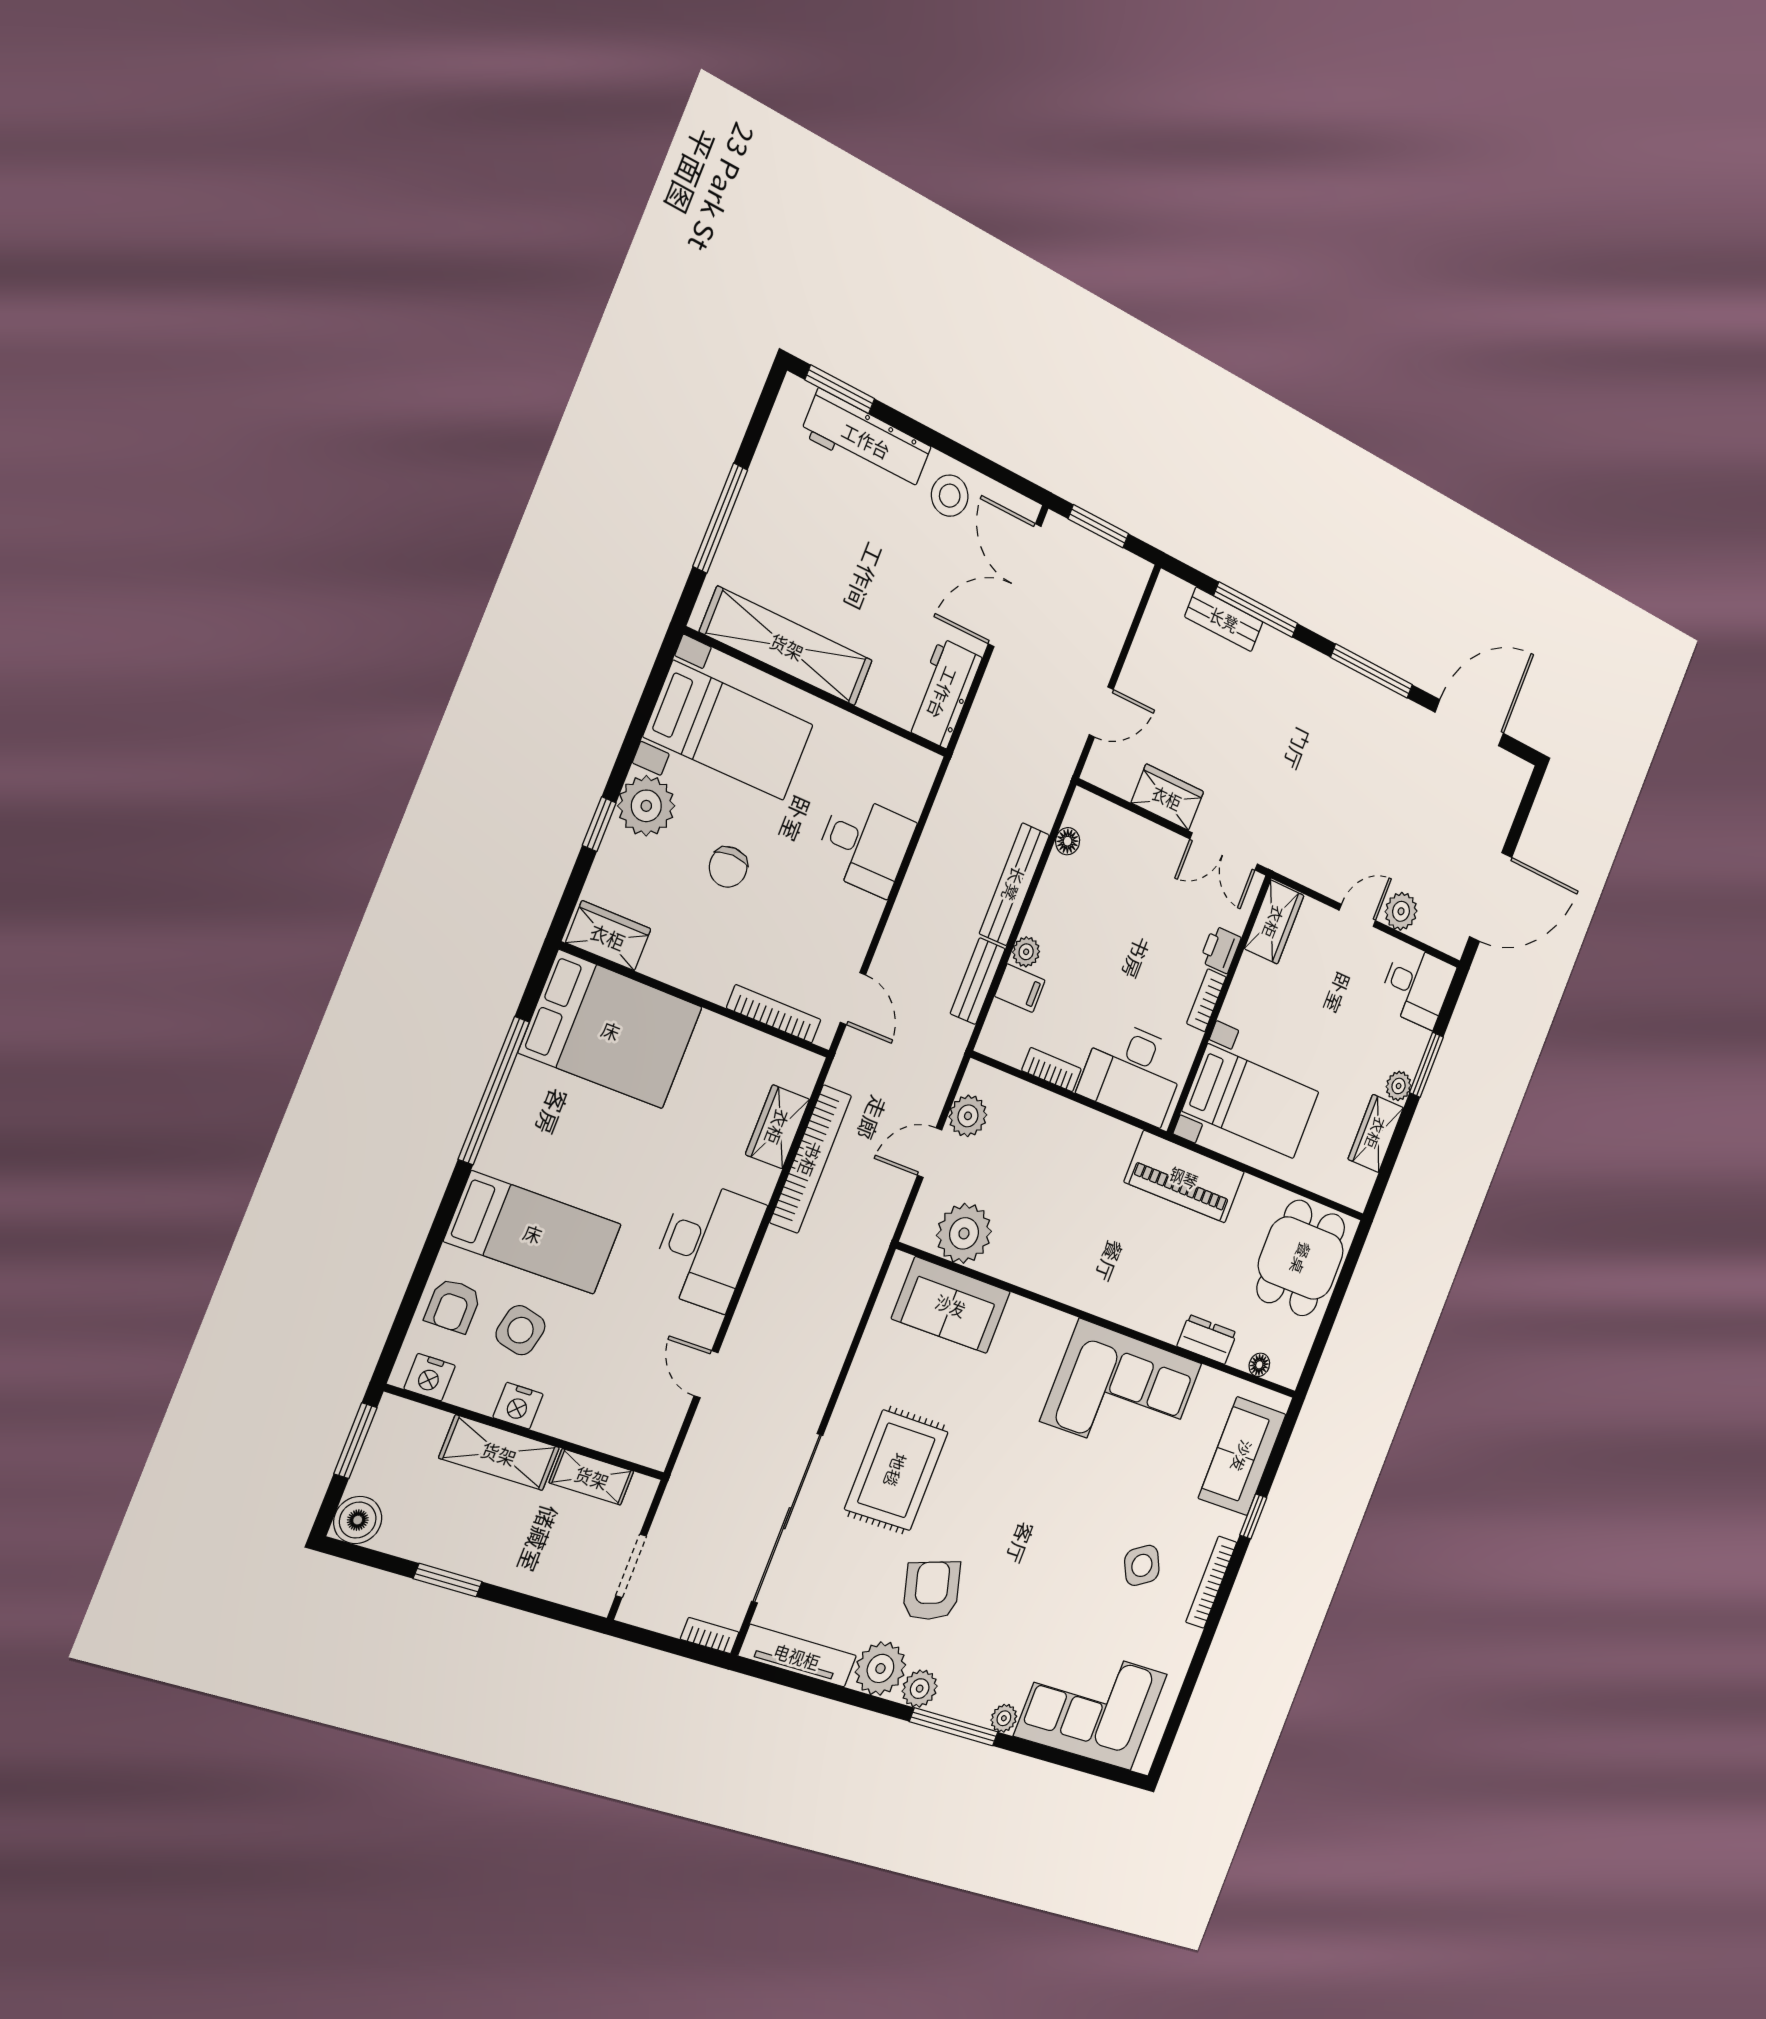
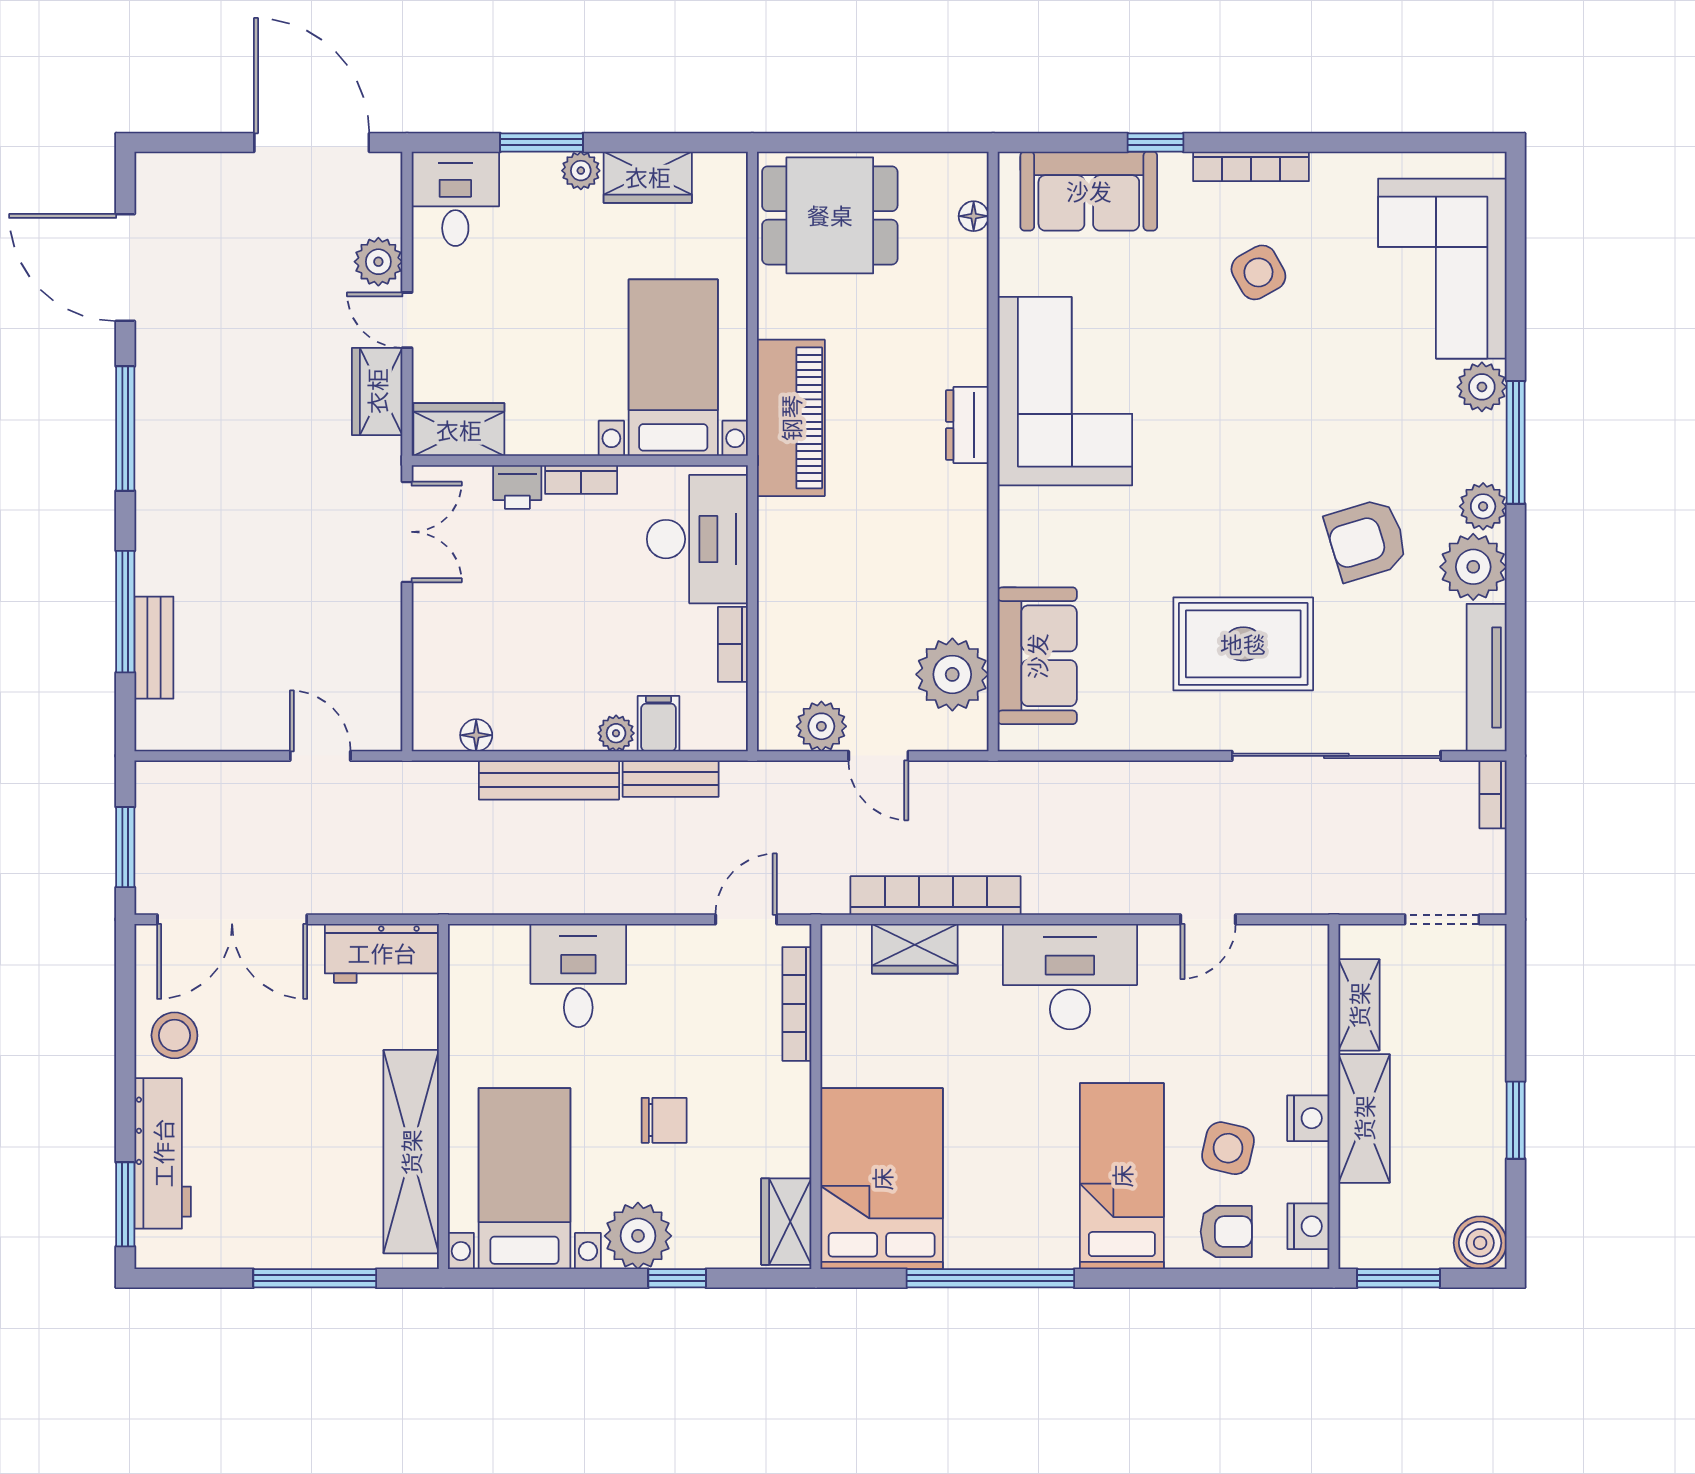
wardrobe: (1167, 797) -> (377, 391), moved
dresser: (1207, 1339) -> (967, 425), moved
plant: (1004, 1718) -> (1482, 387), width x1.38, depth x1.38

